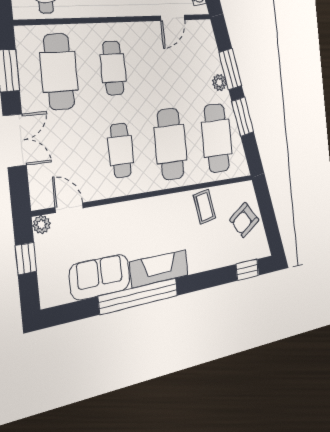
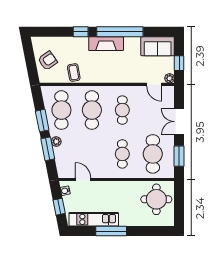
door: (173, 18) -> (83, 180), hinge flipped
window: (247, 270) -> (81, 32), moved
sofa: (100, 277) -> (158, 46), moved

